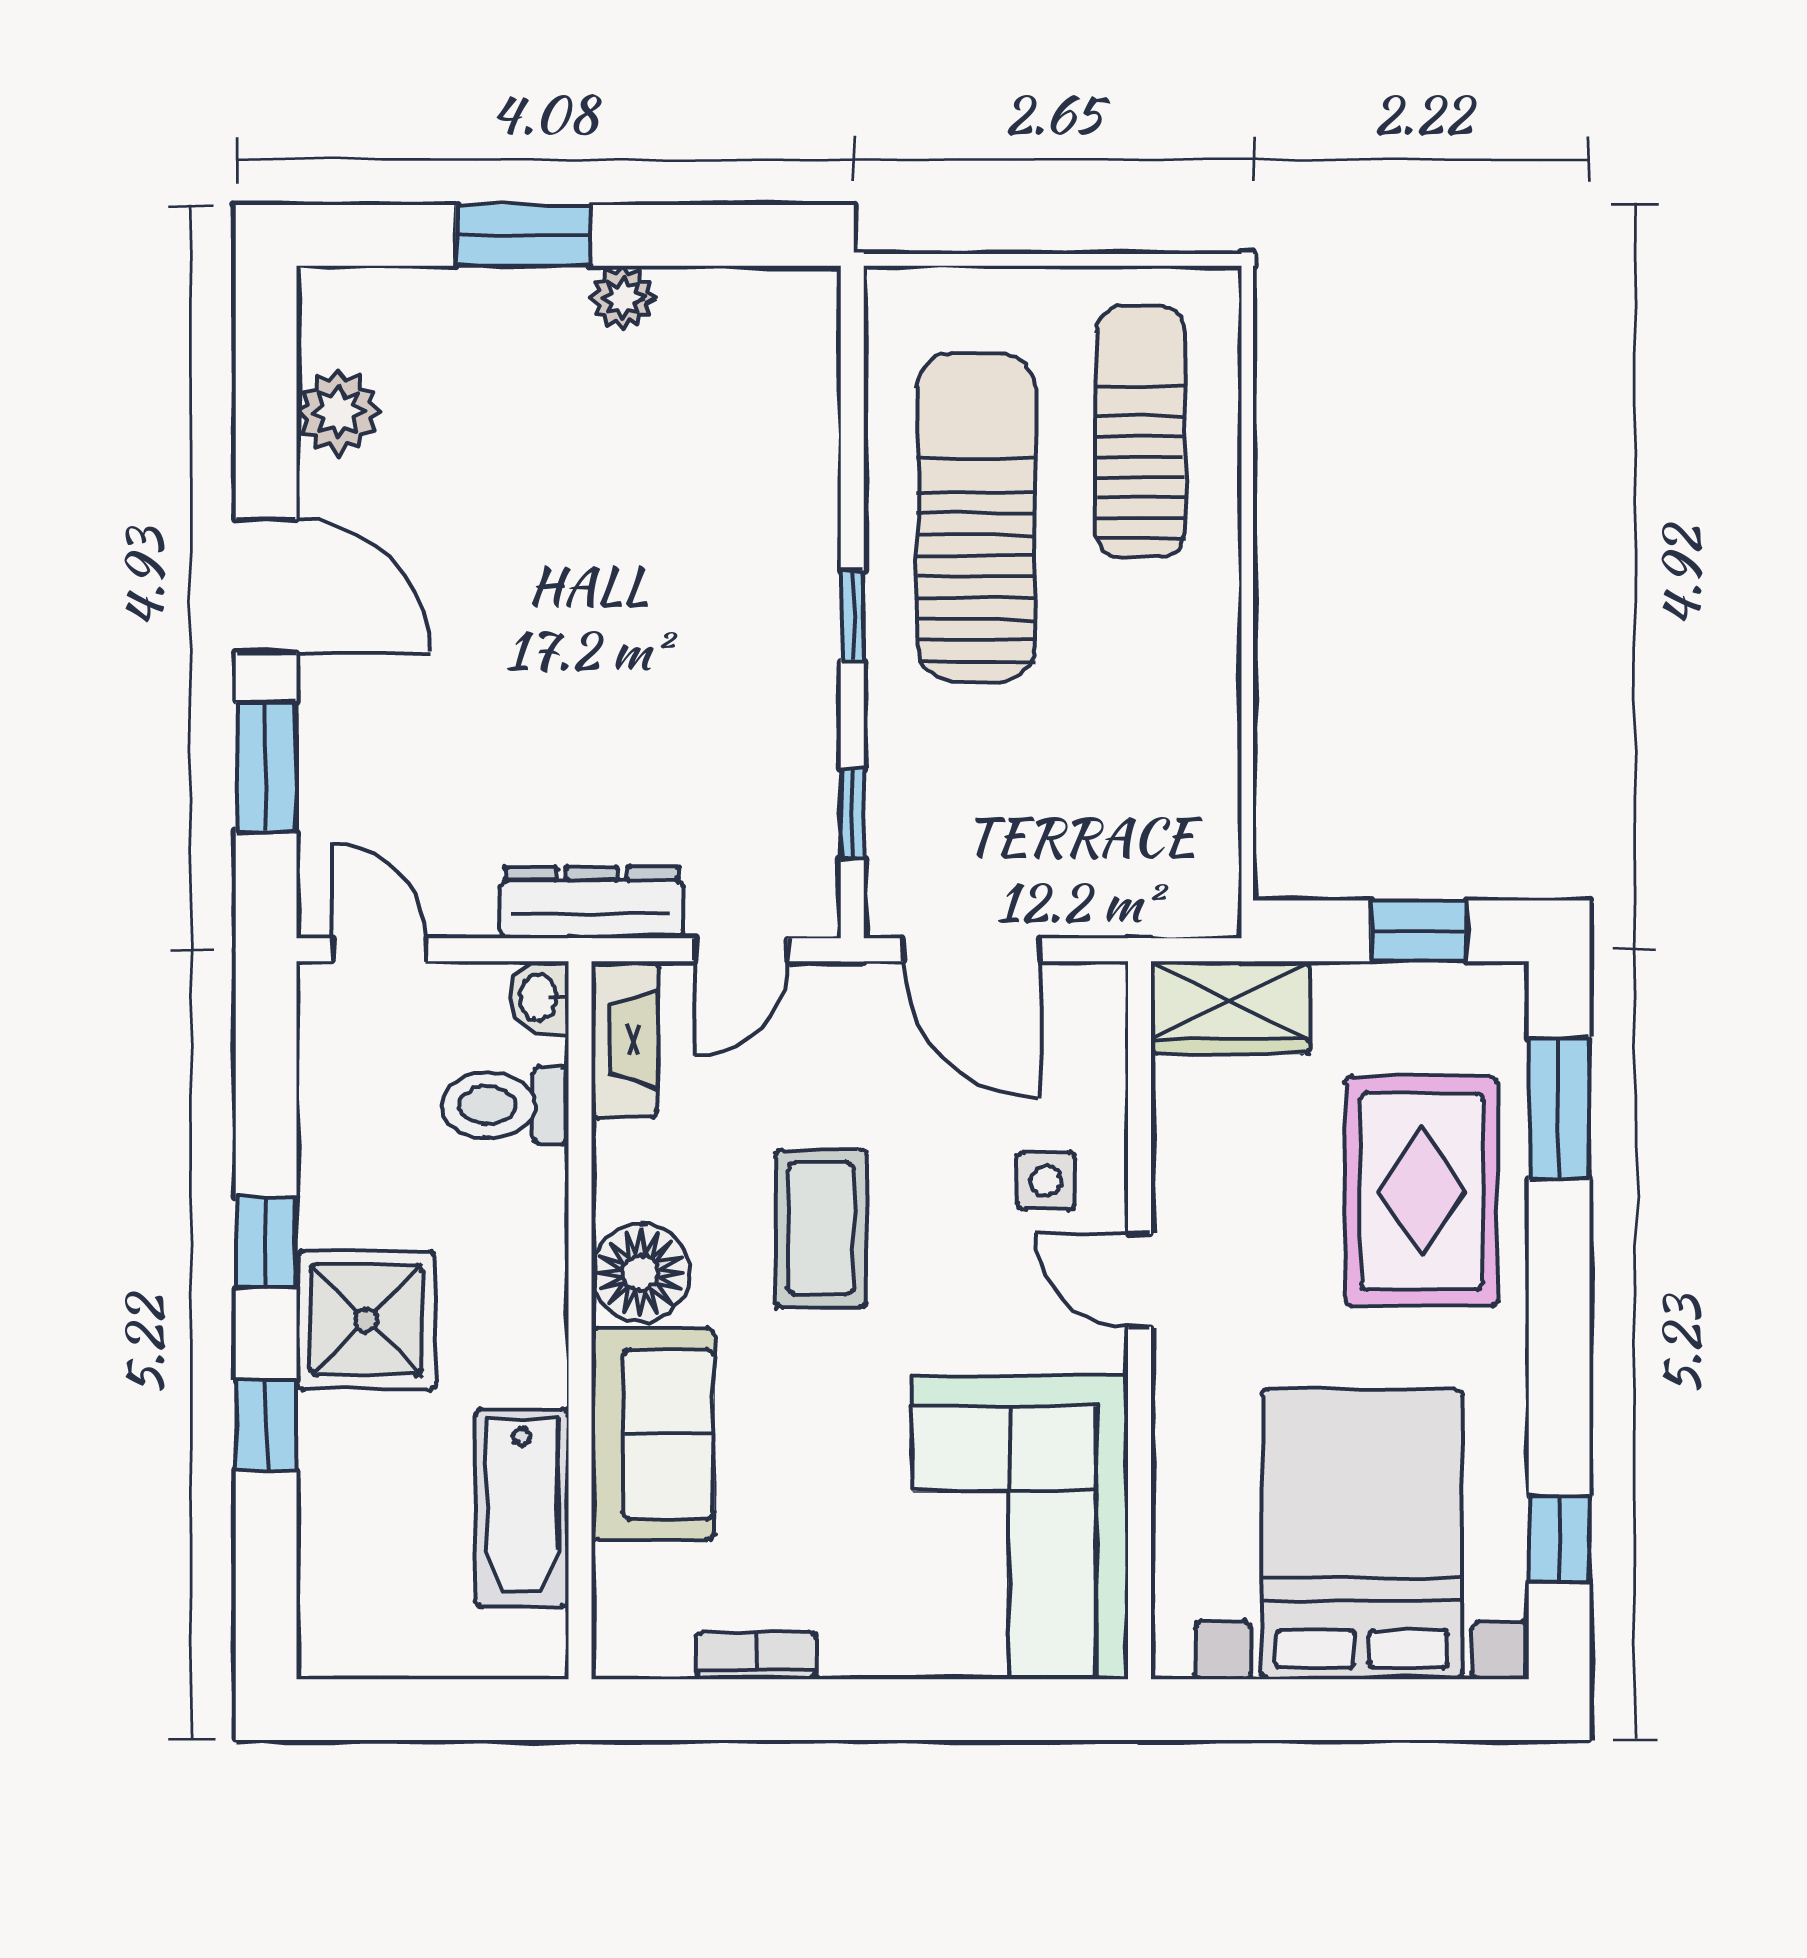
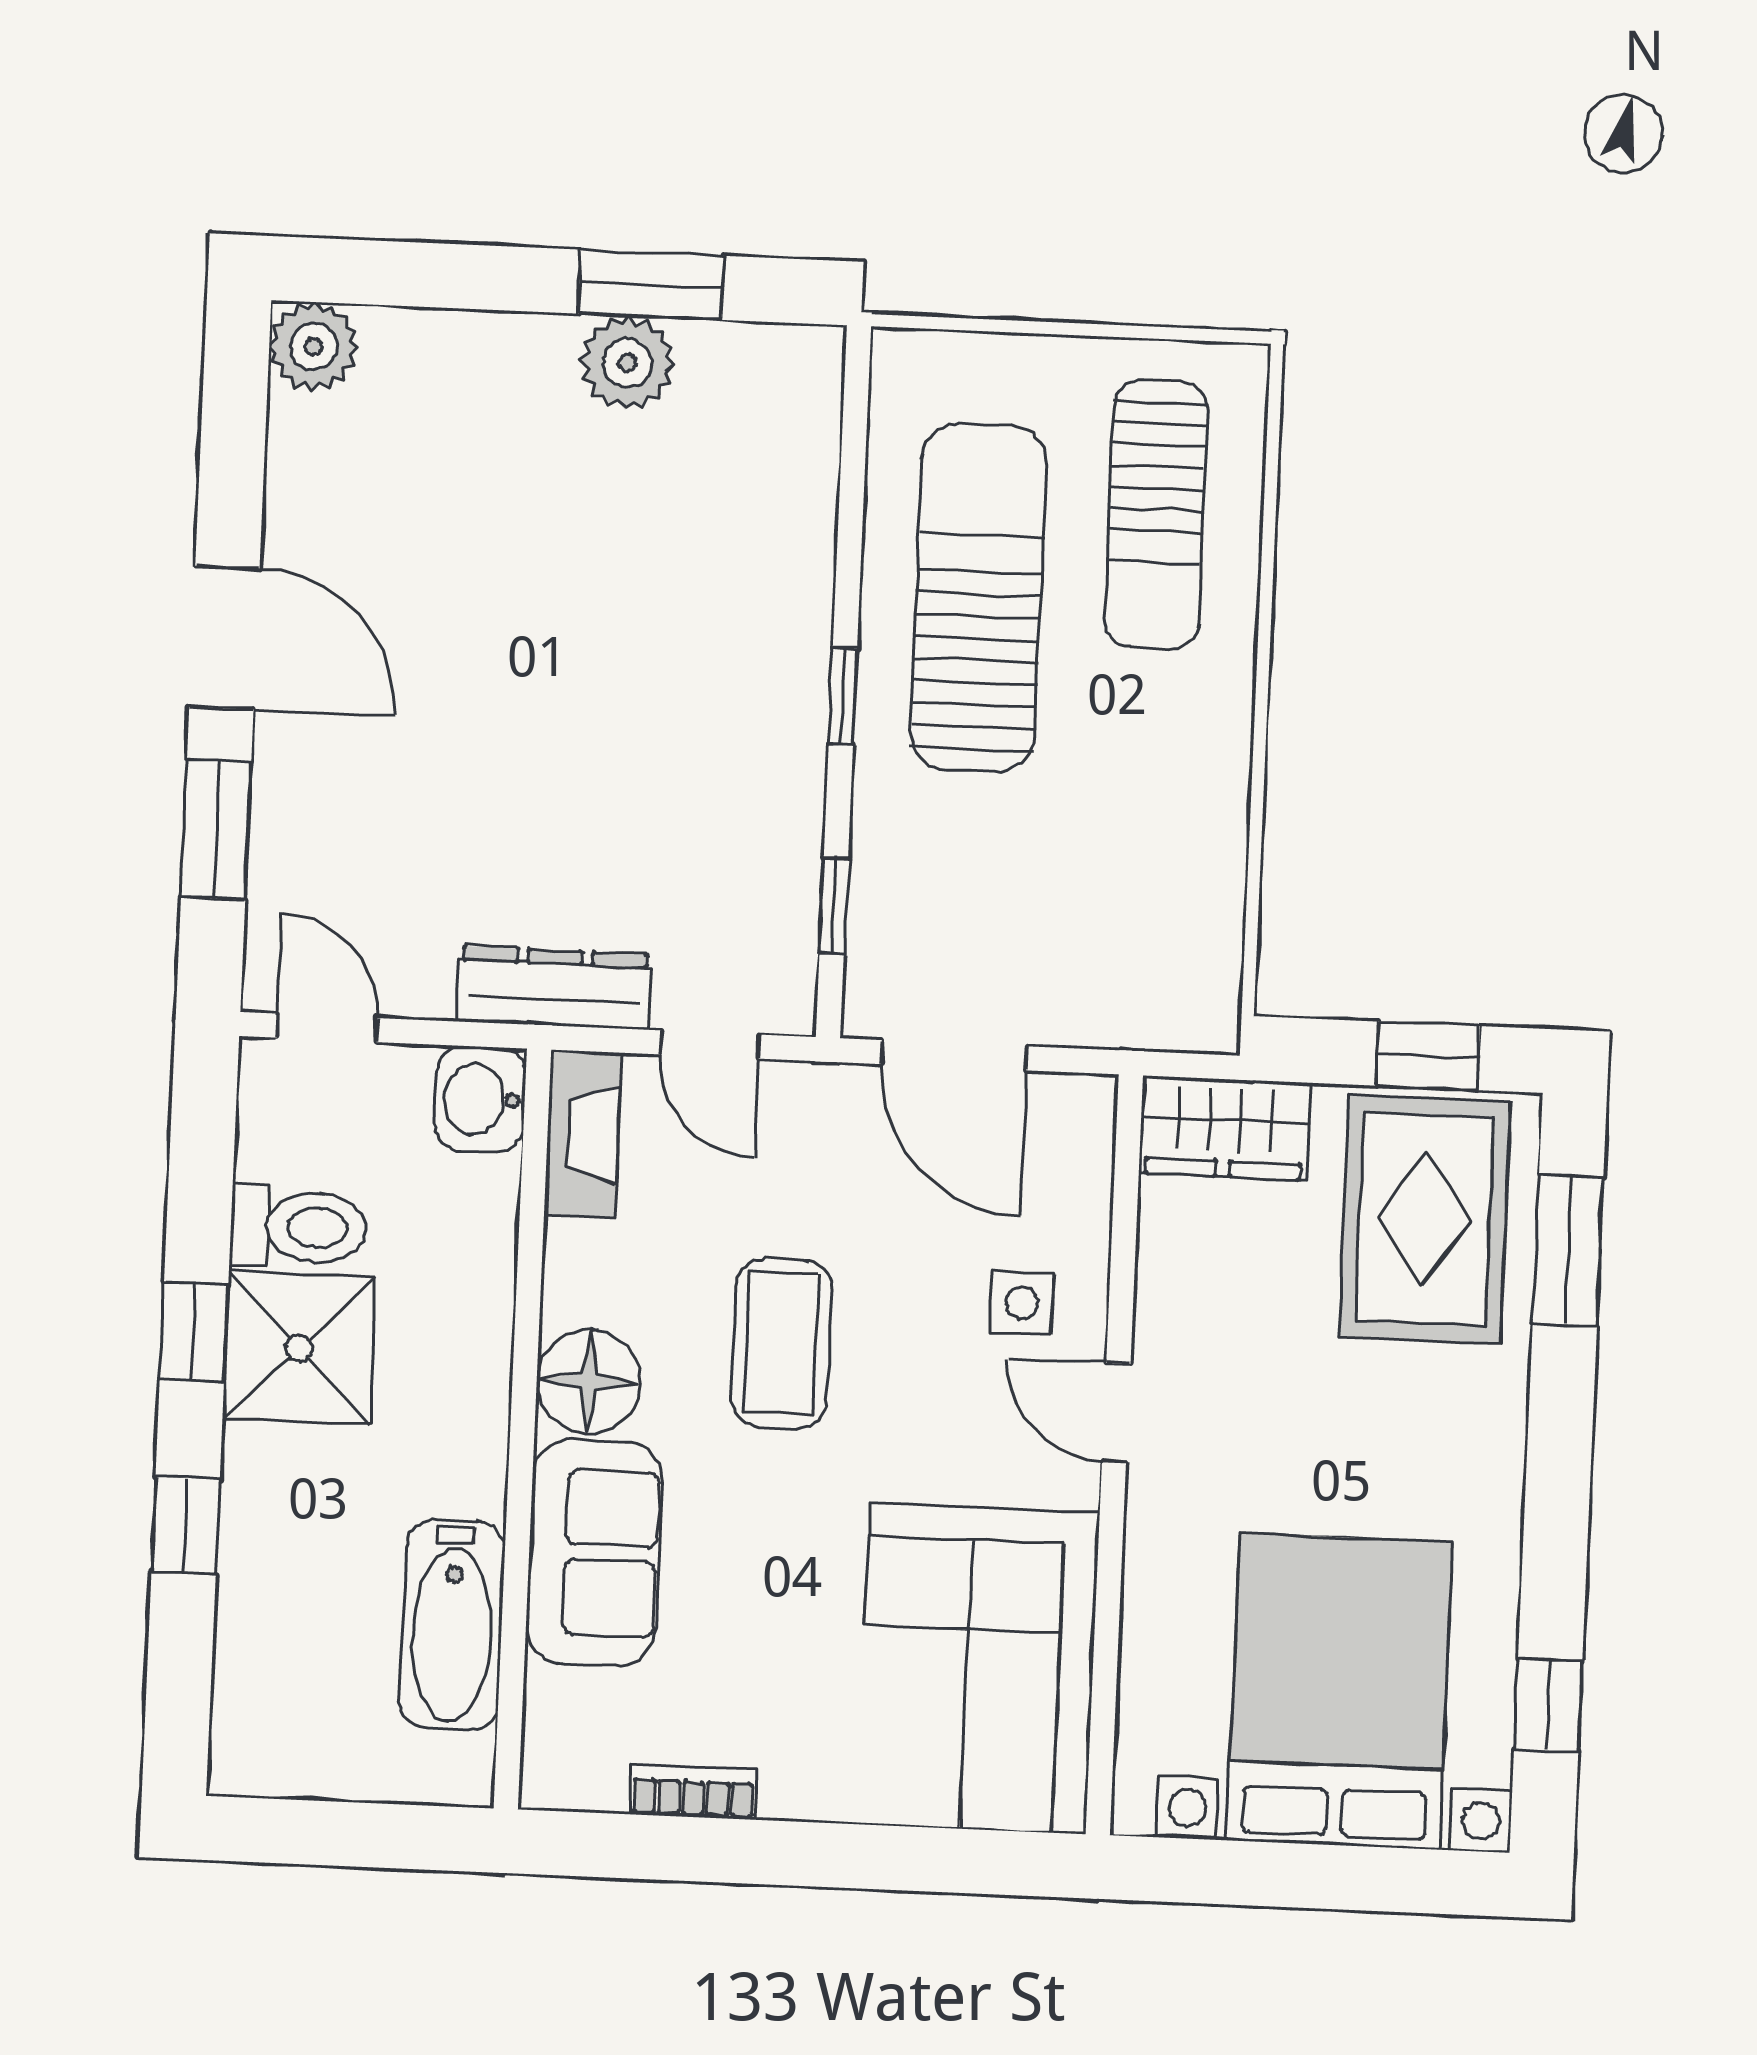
window: (524, 235) -> (651, 285), moved
plant: (623, 298) -> (627, 363), width x1.38, depth x1.38
plant: (339, 412) -> (314, 347), moved
sun lounger: (1140, 432) -> (1156, 515), turned 180
door: (741, 950) -> (710, 1045), hinge flipped
washbasin: (540, 997) -> (480, 1099), width x1.38, depth x1.45
toilet: (505, 1105) -> (298, 1227), moved, turned 180
rug: (1421, 1191) -> (1425, 1219), moved
shower: (366, 1320) -> (299, 1348), moved

